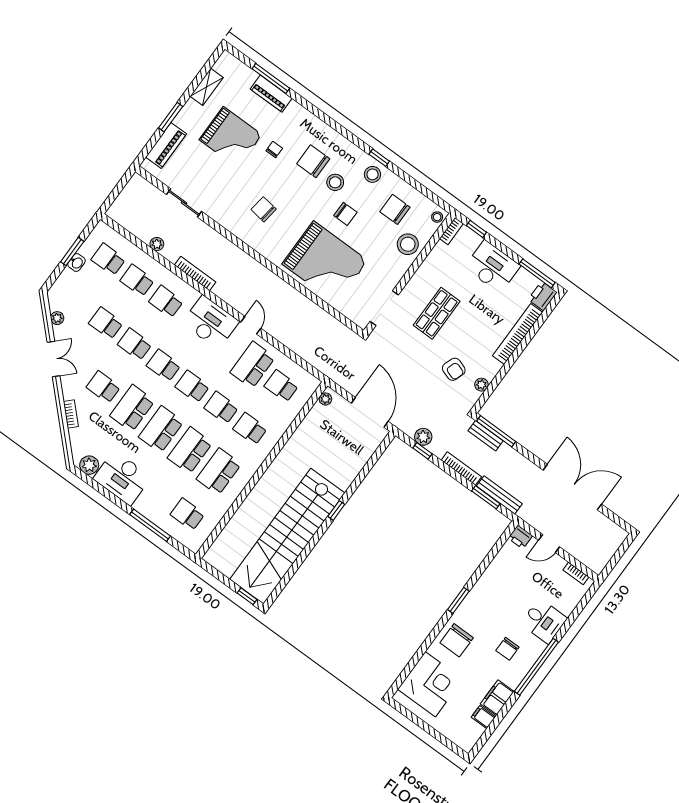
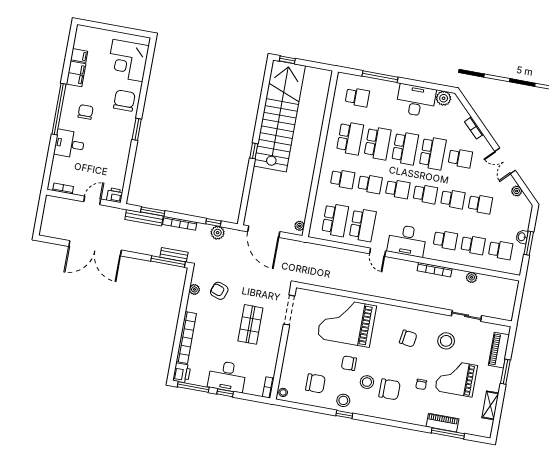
window: (476, 229) -> (225, 393), moved
stool: (408, 244) -> (446, 341), moved
school desk: (281, 386) -> (335, 220), width x1.85

